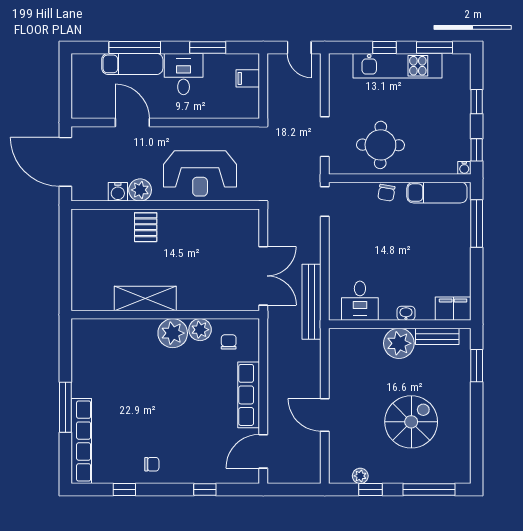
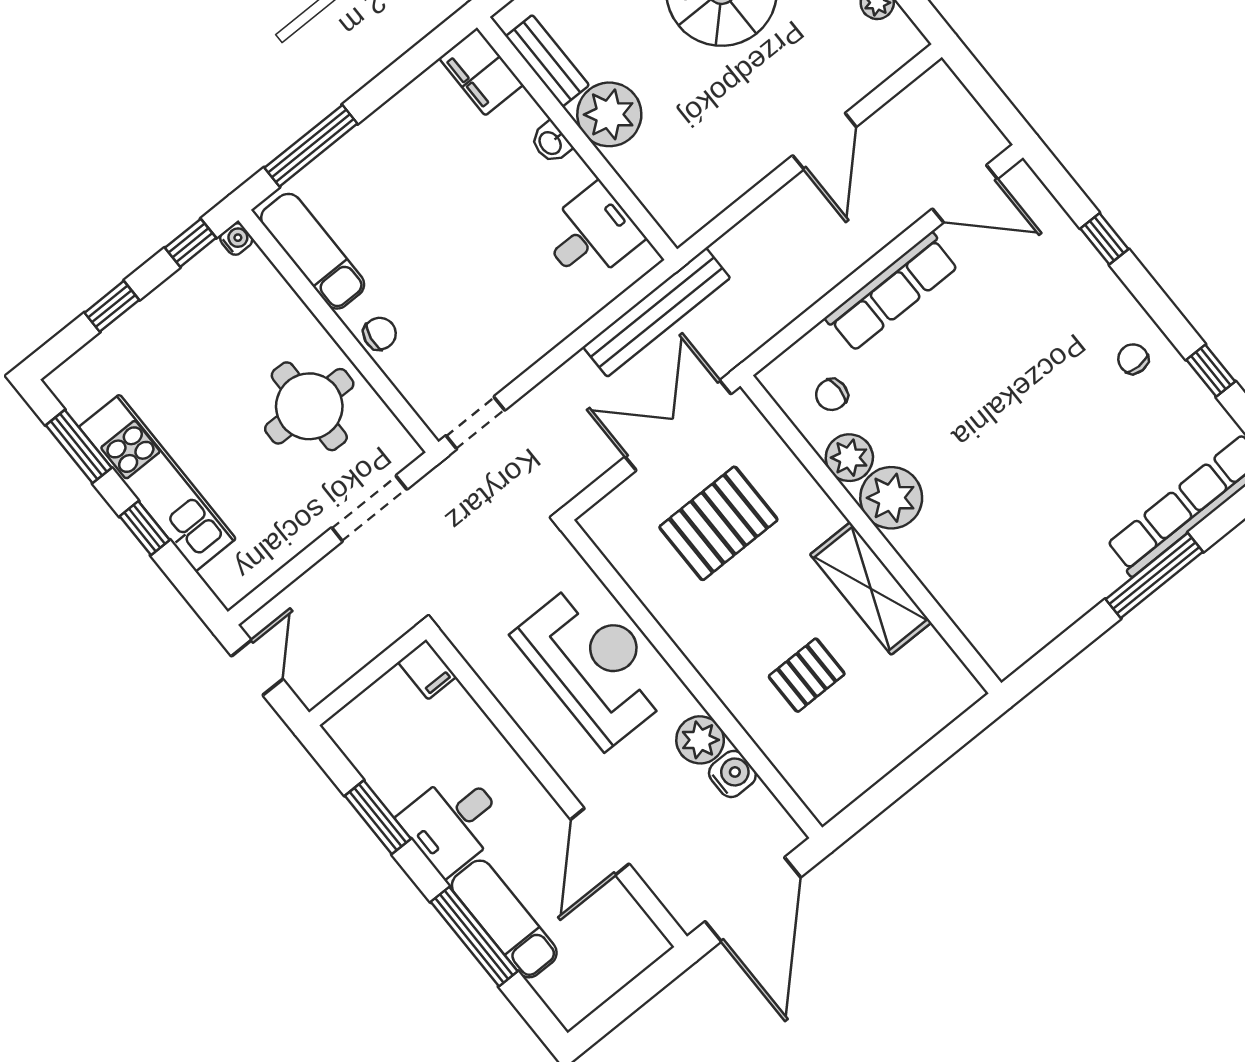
filing cabinet: (248, 78) -> (427, 669), moved
pallet: (146, 227) -> (807, 675), moved
pallet: (215, 262) -> (718, 523), added

